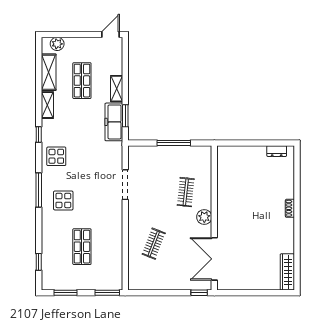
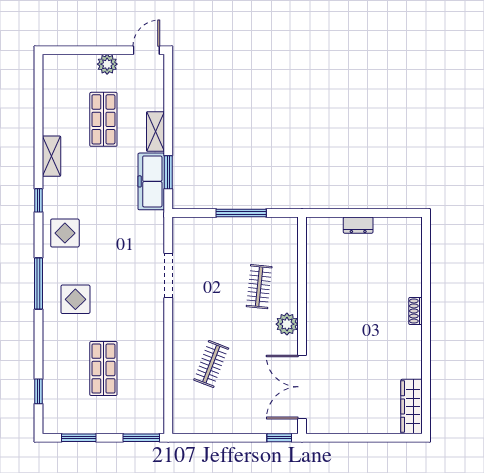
plant: (57, 44) -> (107, 64), moved
shelving: (49, 72) -> (53, 107), removed
dresser: (277, 151) -> (358, 225), moved

